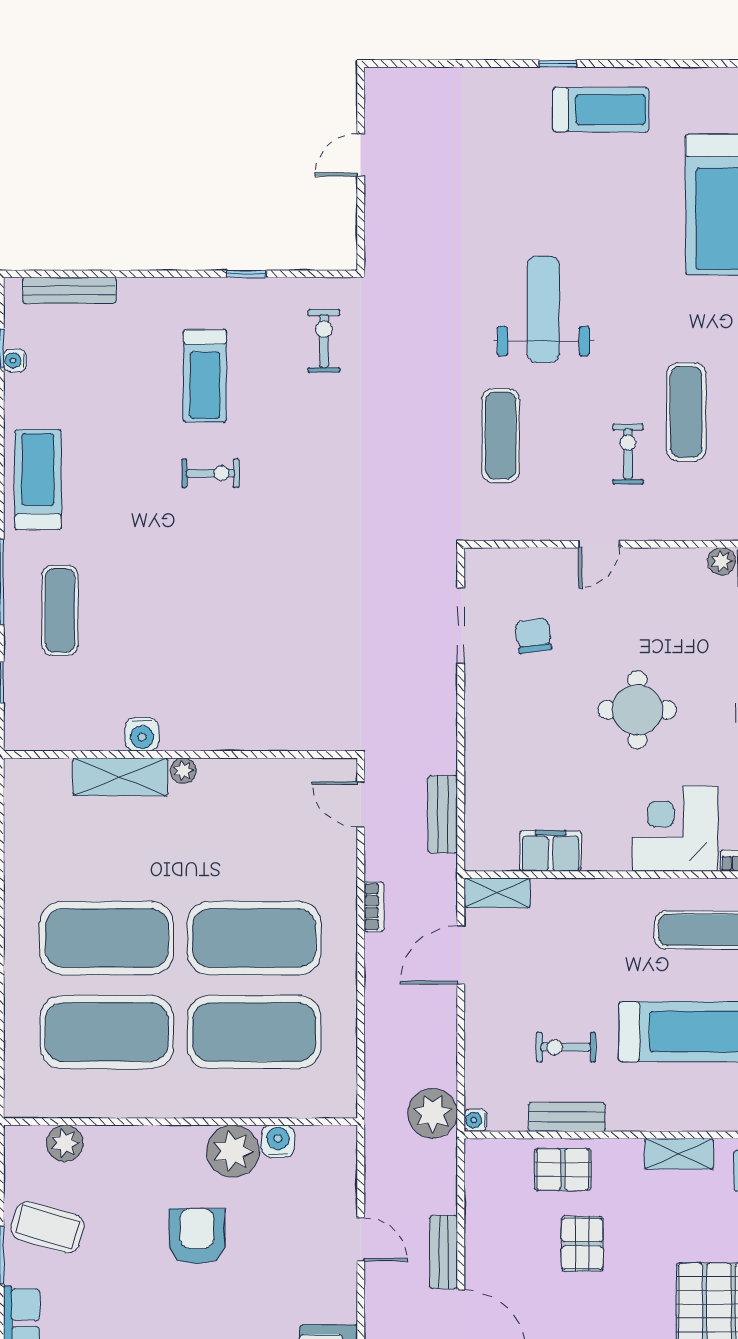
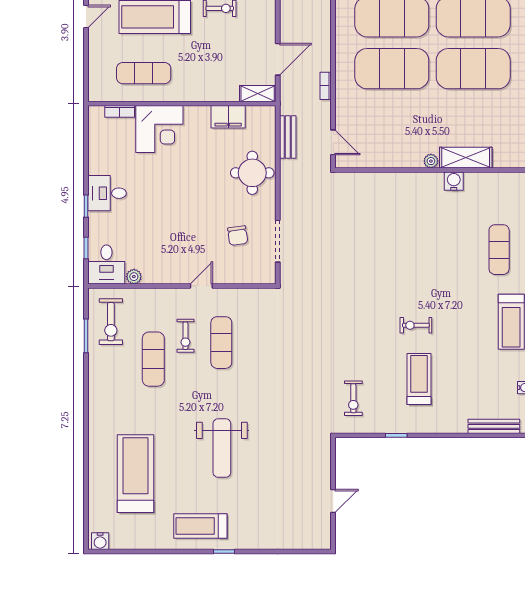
weight bench: (543, 309) -> (222, 448), moved
exercise mat: (501, 436) -> (221, 343), moved
round table: (637, 710) -> (252, 173), moved

